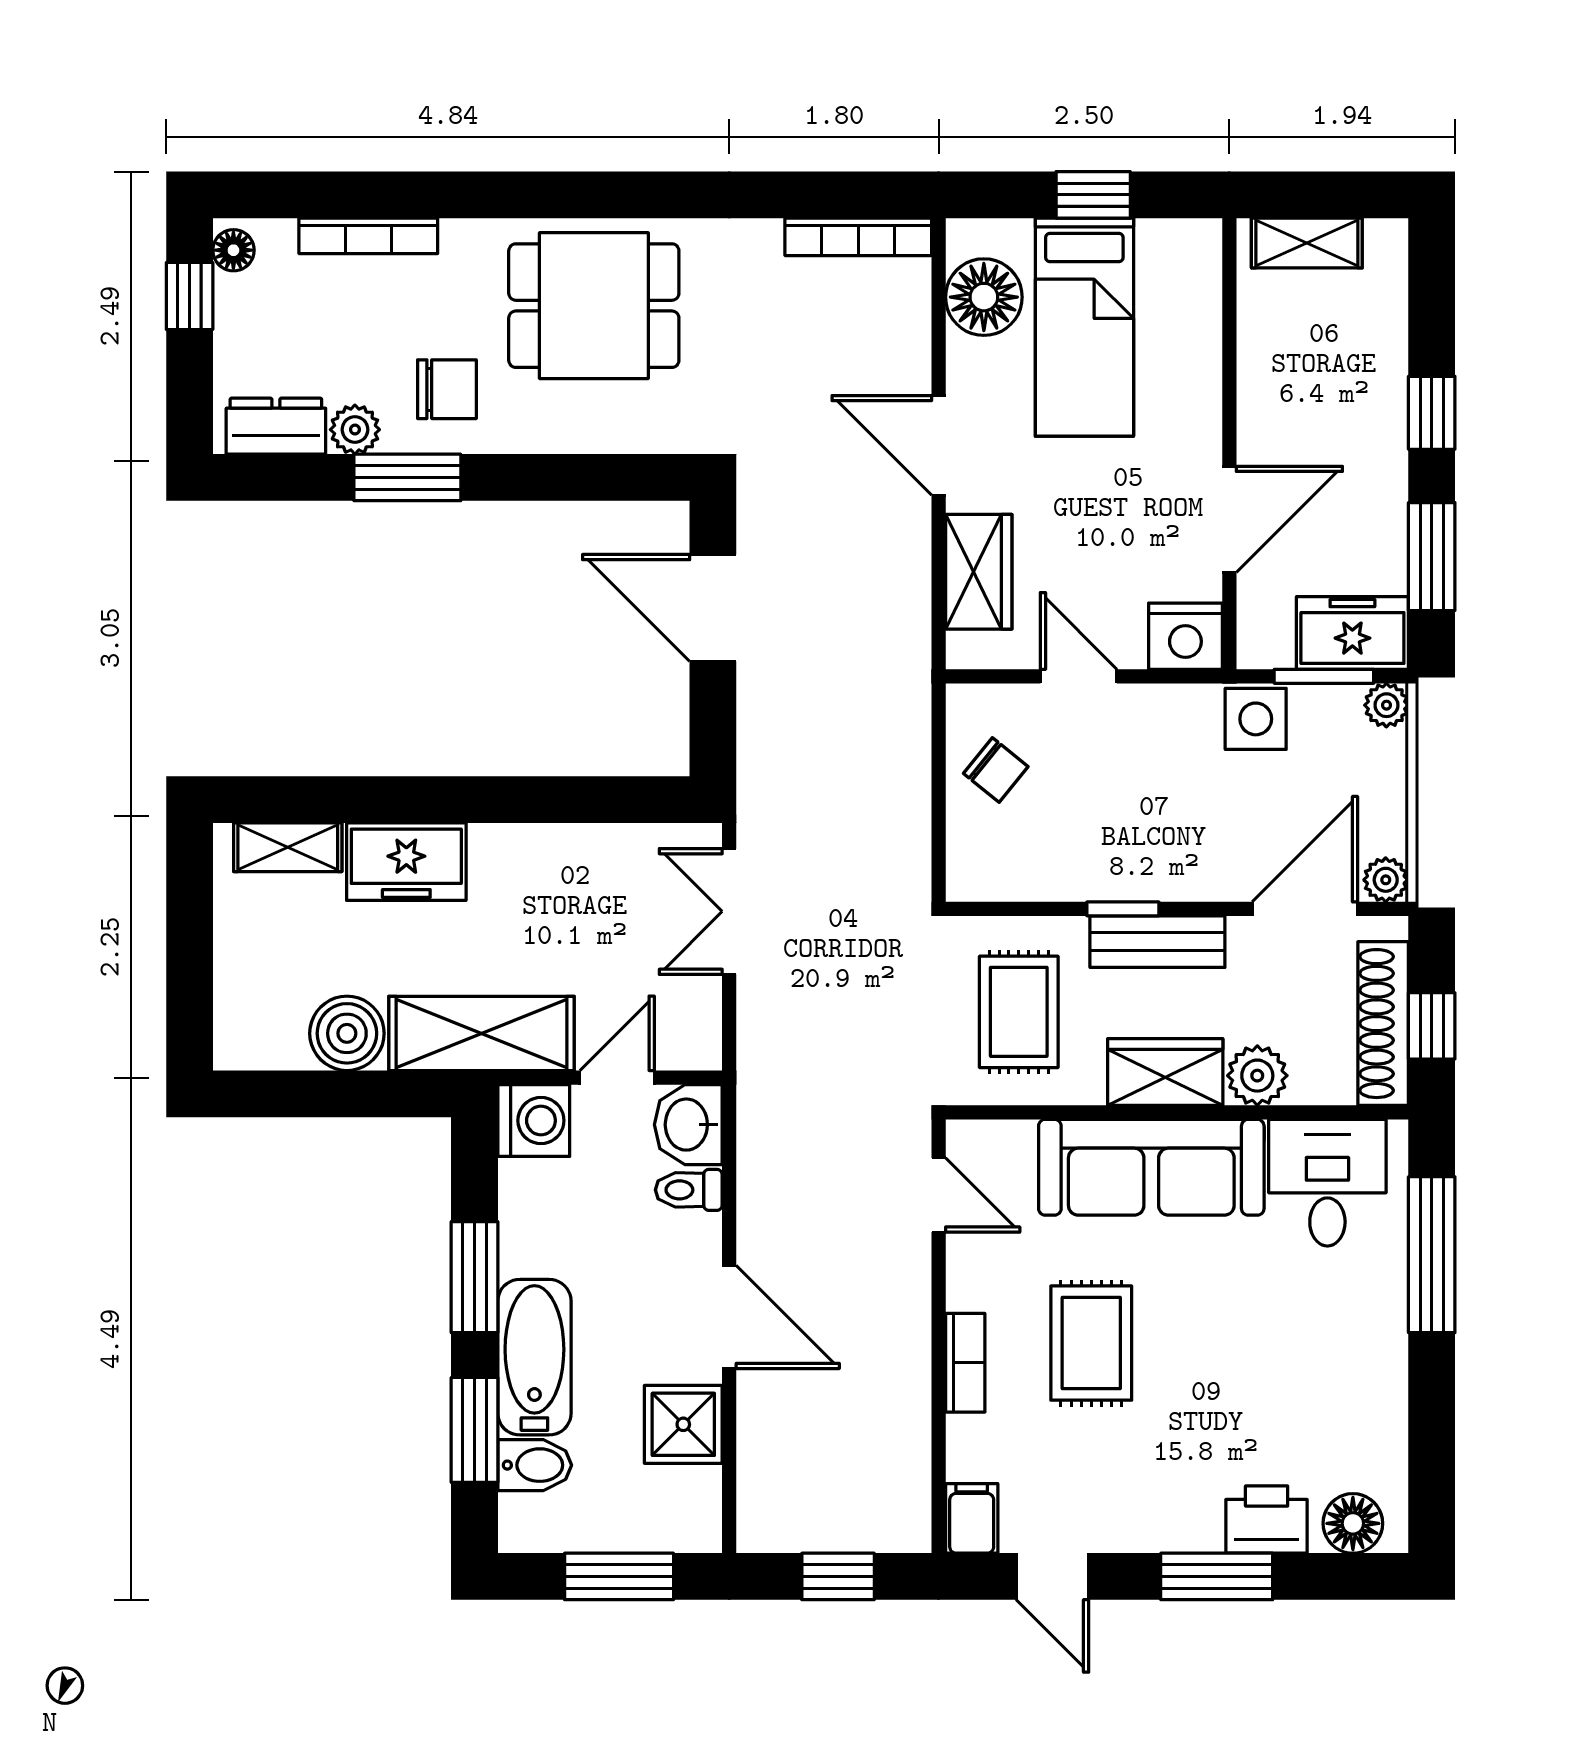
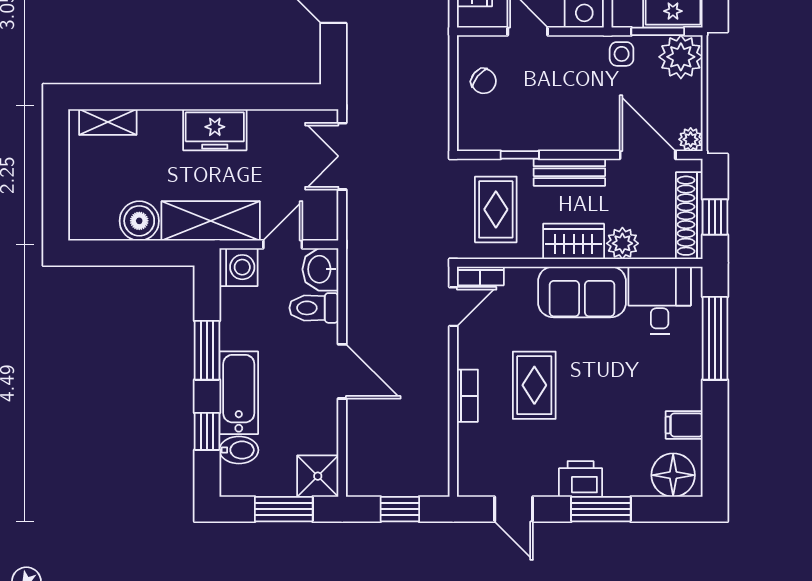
plant: (1386, 705) -> (681, 57), width x1.88, depth x1.88
side table: (1256, 719) -> (622, 54), width x0.73, depth x0.73
freezer: (406, 862) -> (215, 130), moved
window: (1123, 909) -> (520, 155), moved
door: (1305, 909) -> (648, 155), hinge flipped
bookcase: (990, 1137) -> (480, 276), added
sofa: (1151, 1167) -> (582, 292), width x0.73
toilet: (689, 1190) -> (314, 308), width x1.37, depth x1.39
door: (939, 1195) -> (453, 307), hinge flipped
shower: (683, 1424) -> (318, 476), moved
window: (474, 1430) -> (207, 431), width x0.67
filing cabinet: (972, 1518) -> (684, 425), moved, turned -90
printer: (1267, 1520) -> (581, 479), moved
floor lamp: (1353, 1523) -> (673, 475), width x1.38, depth x1.38

